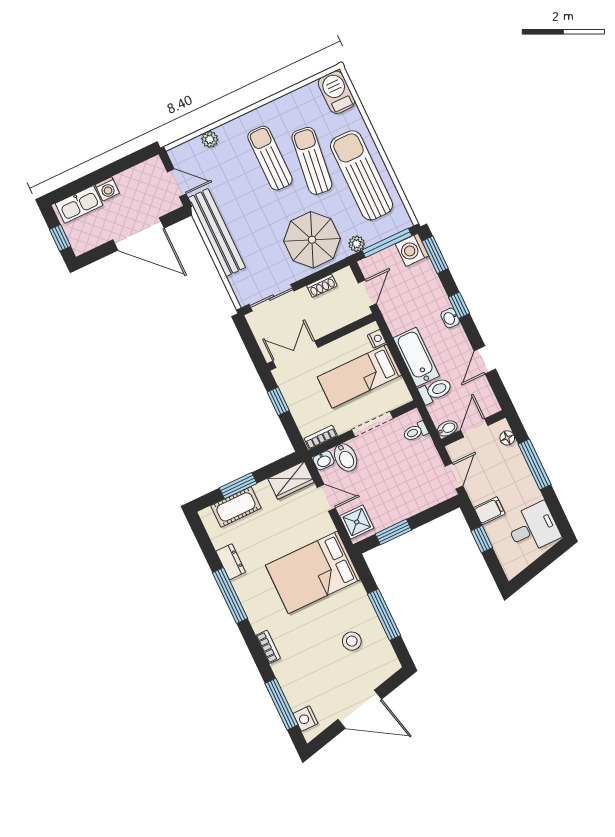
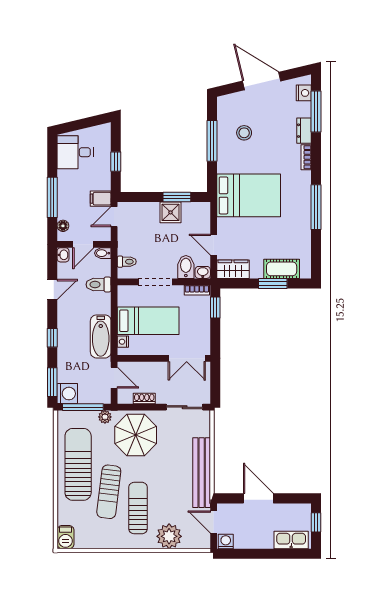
barbecue: (336, 92) -> (66, 537), width x0.73, depth x0.79
plant: (210, 139) -> (169, 536), width x1.88, depth x1.88
sun lounger: (270, 158) -> (138, 508), turned 180
sun lounger: (362, 175) -> (78, 464), turned 180
washing machine: (107, 189) -> (226, 541), moved
door: (139, 234) -> (258, 498), width x0.73
door: (367, 293) -> (114, 378), swing flipped
washbasin: (450, 318) -> (63, 255), moved
bathtub: (416, 357) -> (101, 336), moved
window: (278, 401) -> (215, 307), moved
filing cabinet: (489, 511) -> (101, 199), moved
shower: (357, 522) -> (171, 212), moved
dresser: (231, 562) -> (304, 131), moved

